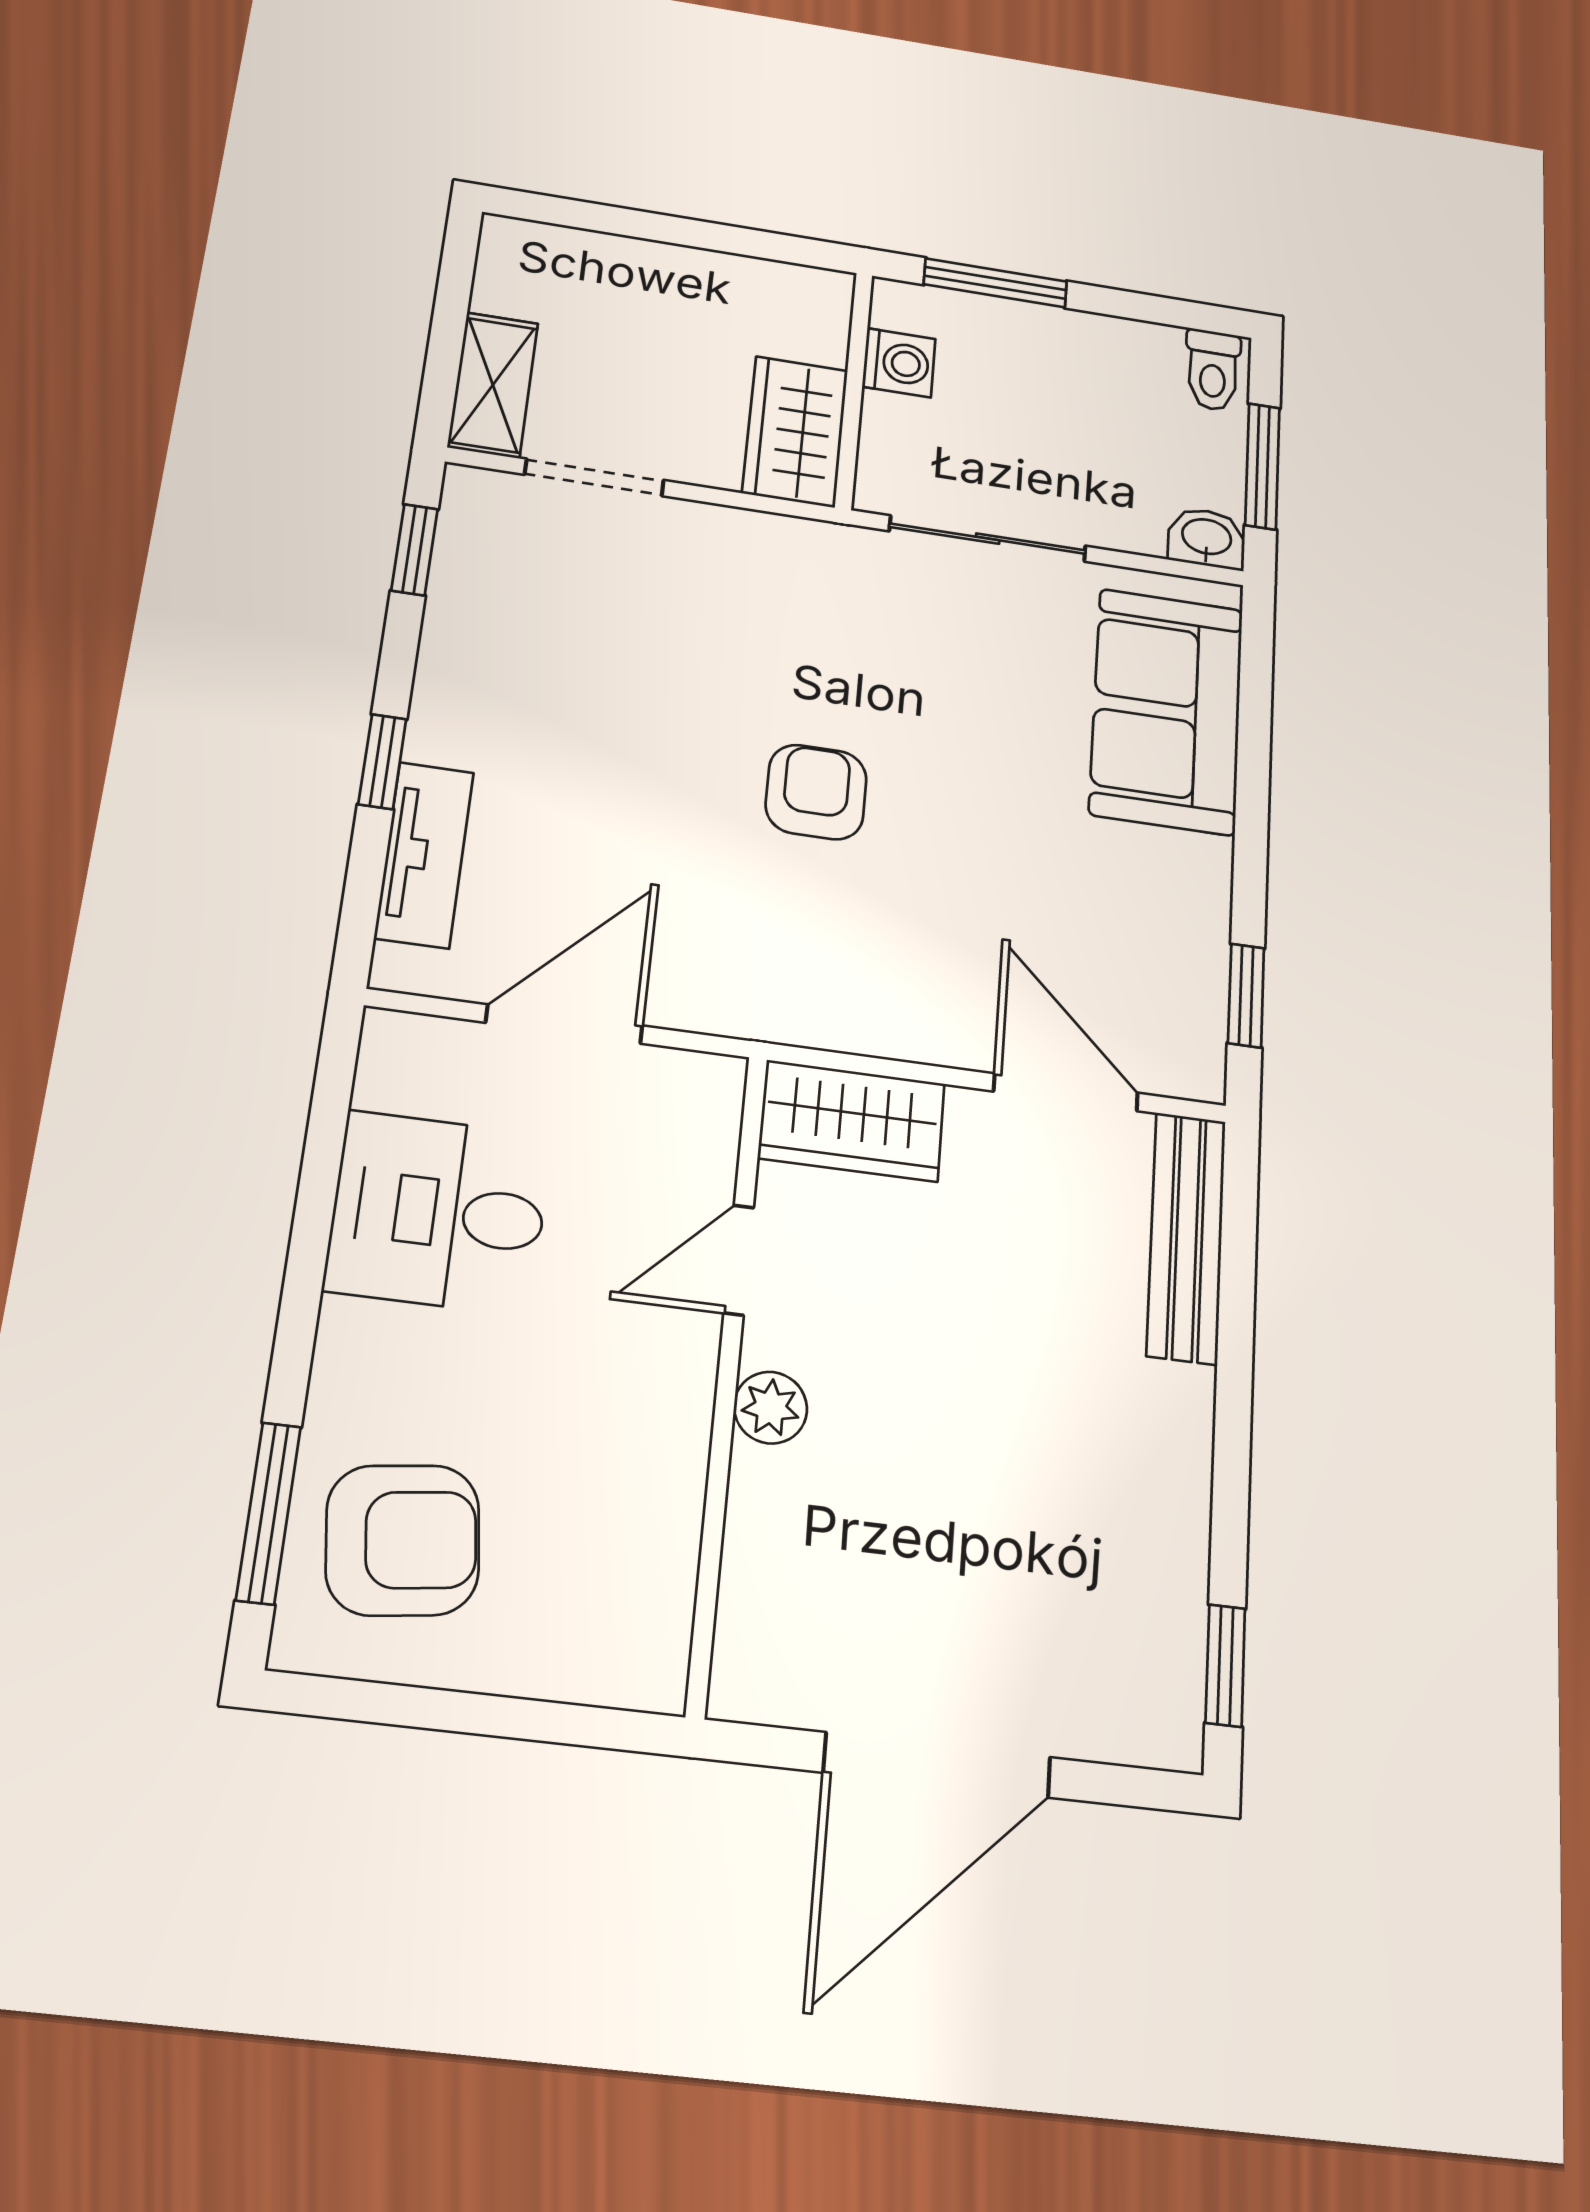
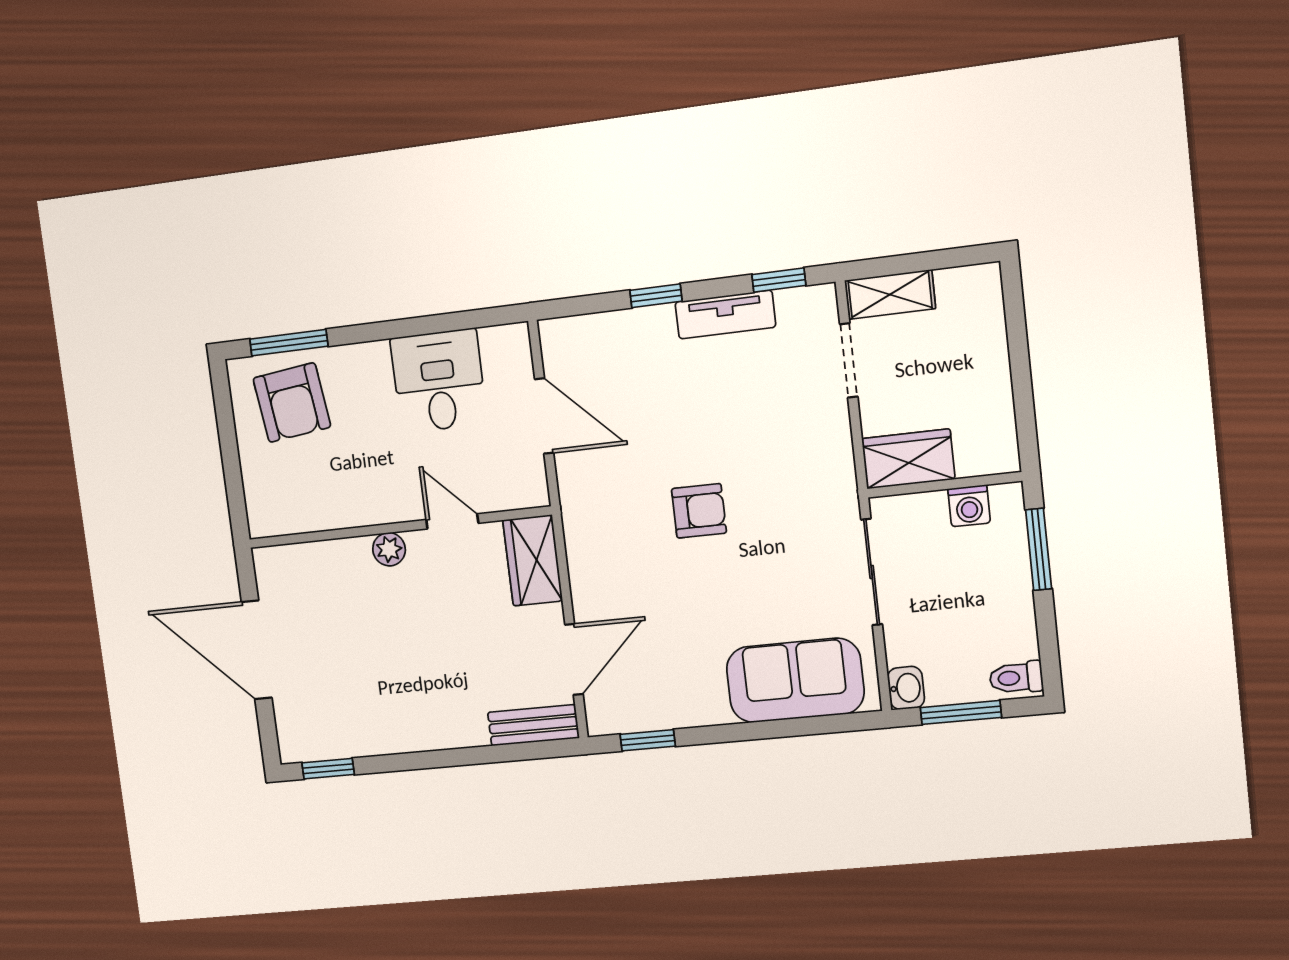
tv unit: (424, 855) -> (725, 315), moved
bench: (1186, 1237) -> (533, 725), width x0.73

